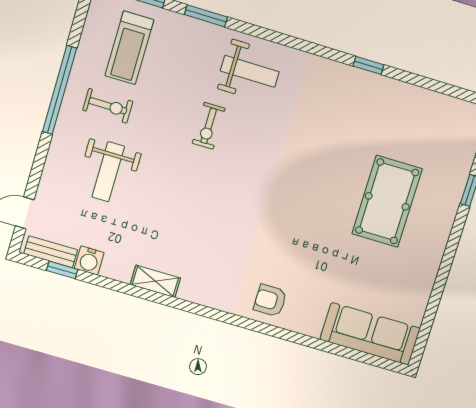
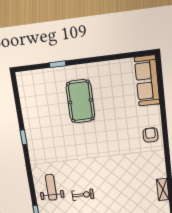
pool table: (387, 201) -> (80, 101), turned 90
armchair: (270, 300) -> (150, 135), turned 180

